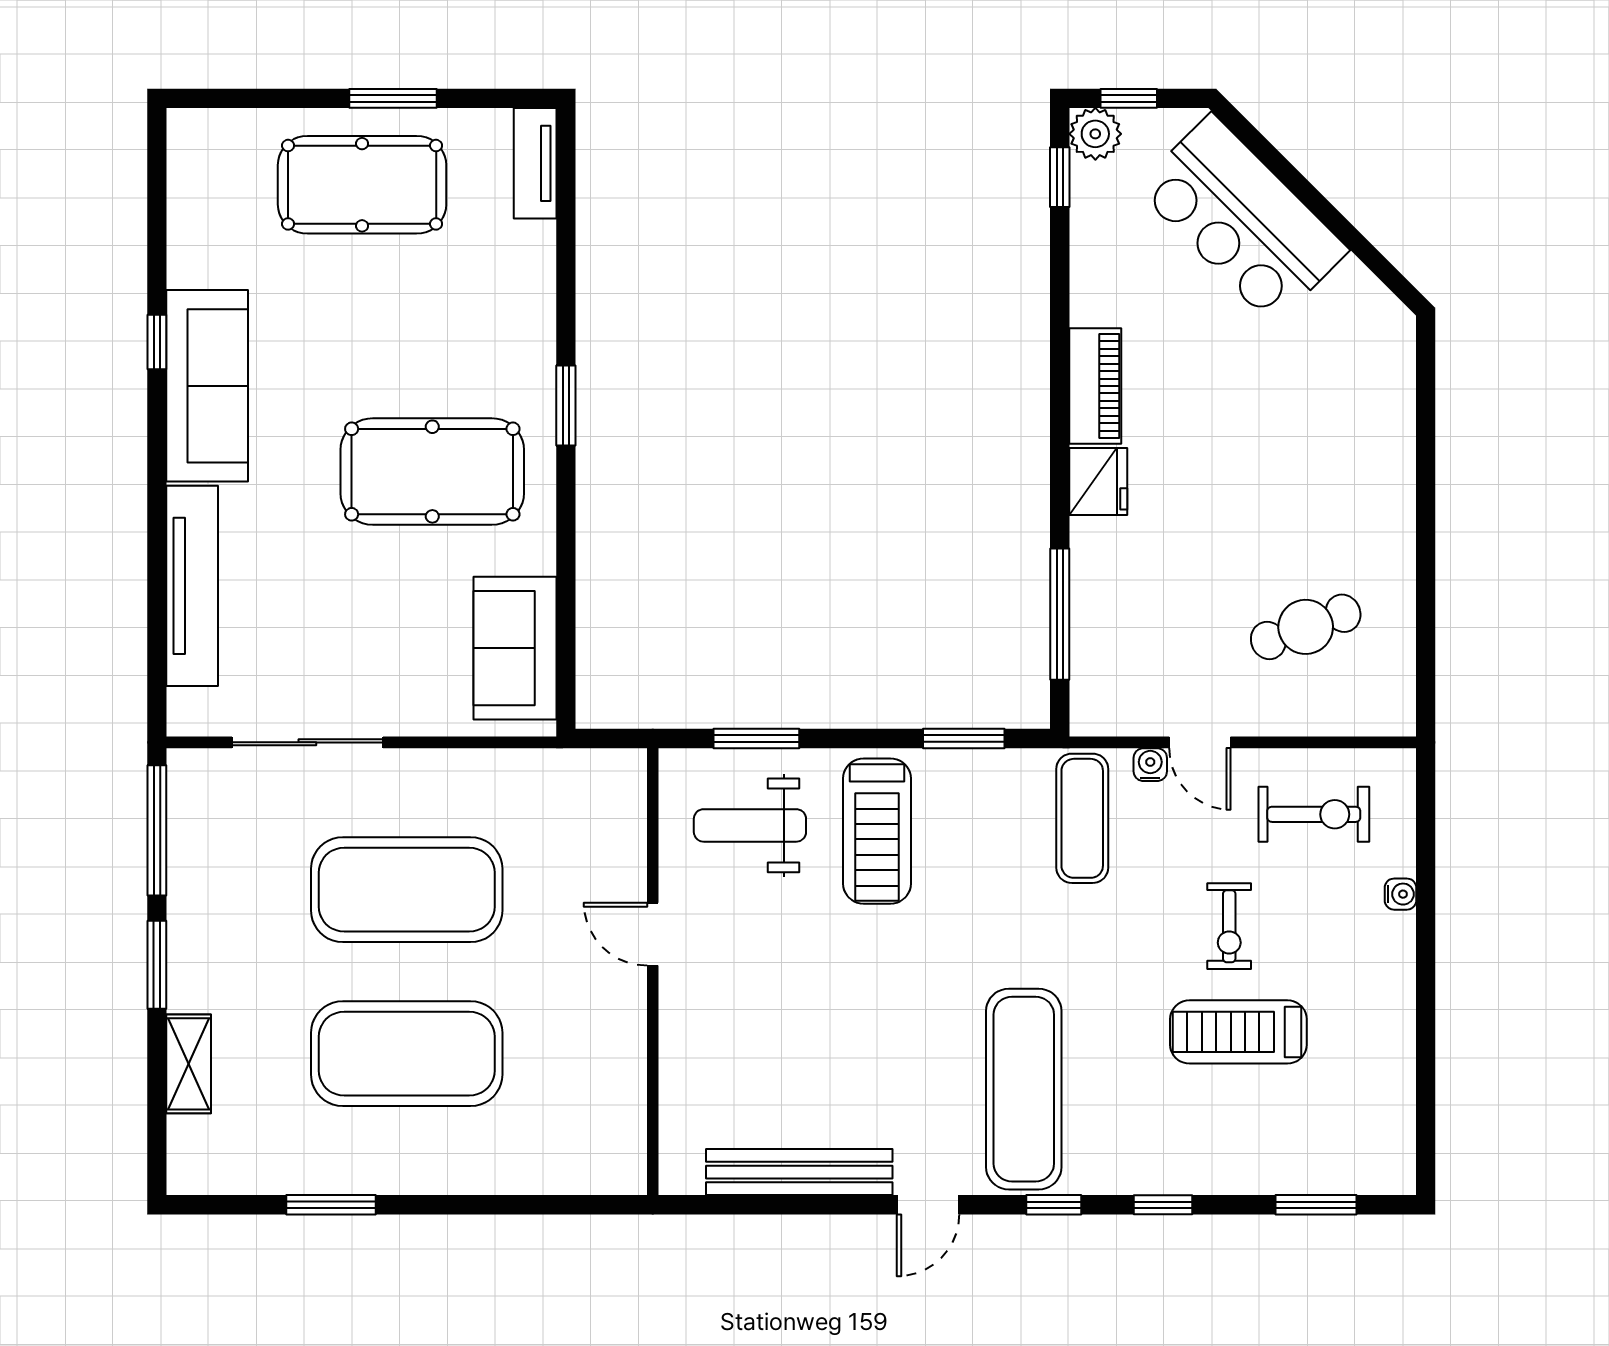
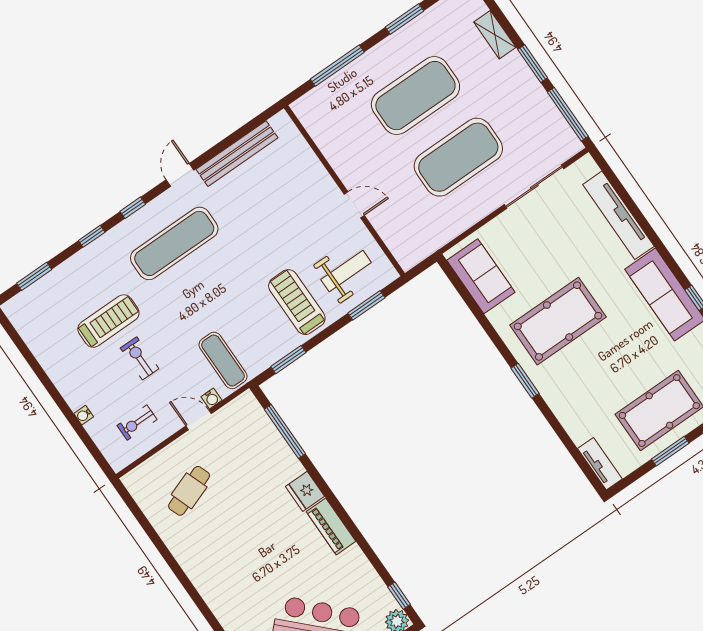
exercise bike: (1314, 814) -> (137, 423), width x0.73, depth x0.72
exercise mat: (1024, 1089) -> (174, 243), turned 90
window: (510, 1205) -> (337, 66), added

